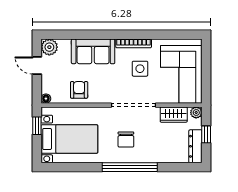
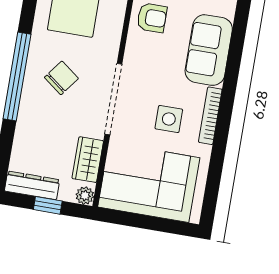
chair: (126, 139) -> (61, 78), turned 127

